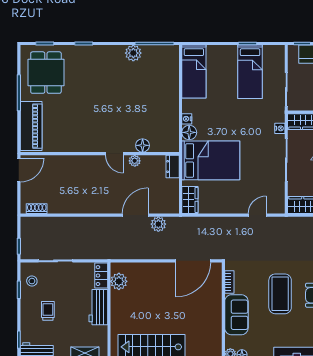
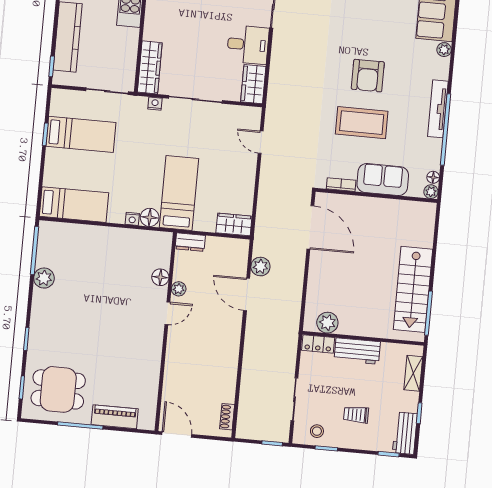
piano: (31, 126) -> (115, 417), width x0.73, depth x0.75
bed: (211, 160) -> (179, 193), width x0.67

